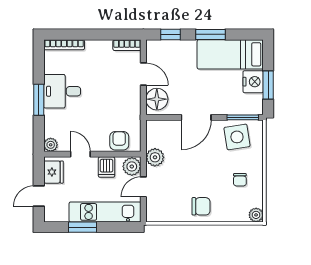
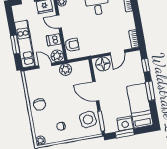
door: (80, 154) -> (59, 22), swing flipped
window: (82, 227) -> (15, 45), moved

